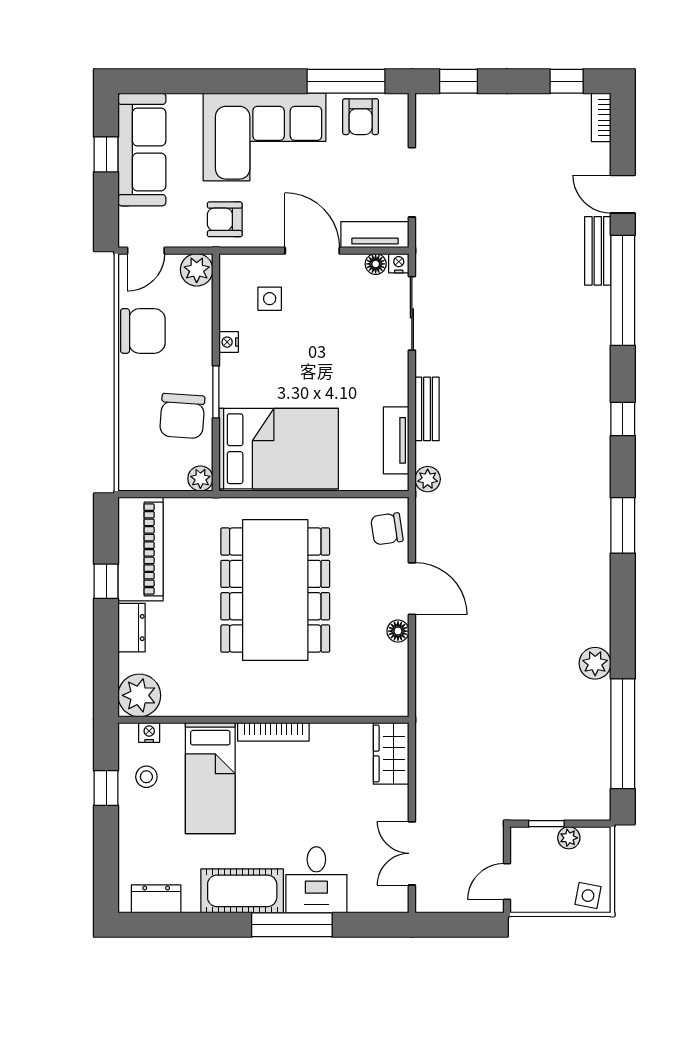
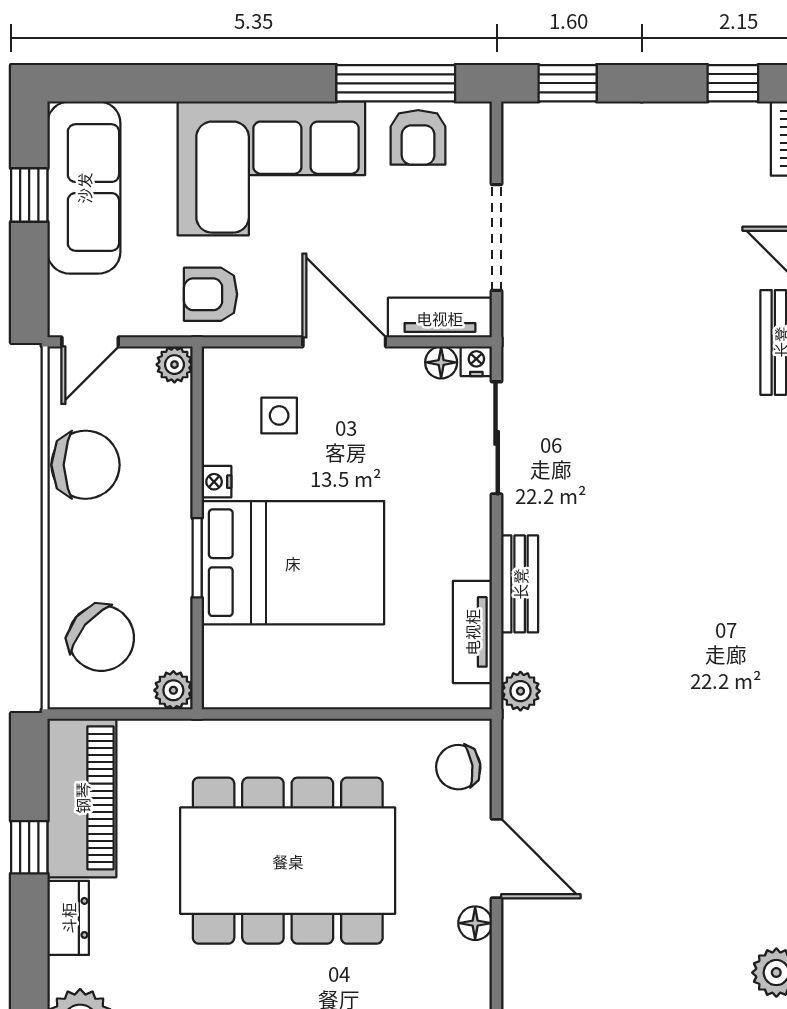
plant: (197, 270) -> (174, 365), width x0.73, depth x0.73
chair: (182, 416) -> (101, 638), moved, turned -54
bed: (279, 449) -> (293, 563), moved
dining table: (275, 590) -> (288, 861), turned 90

